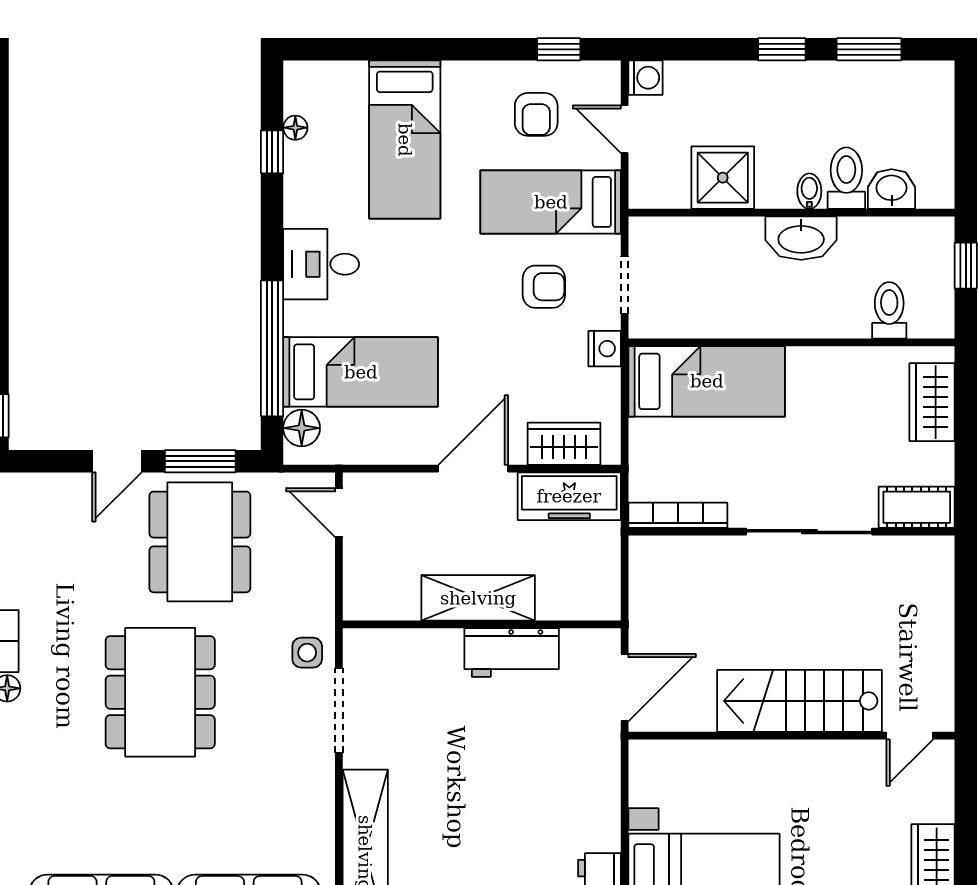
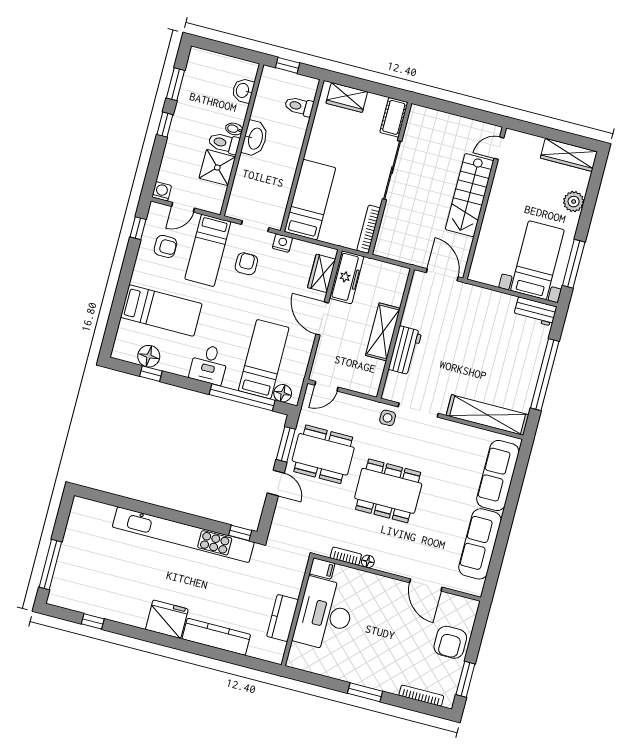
floor lamp: (295, 128) -> (149, 356), width x1.89, depth x1.89
toilet: (846, 178) -> (224, 143), moved
workbench: (512, 653) -> (405, 350), moved
door: (910, 736) -> (499, 148), swing flipped

